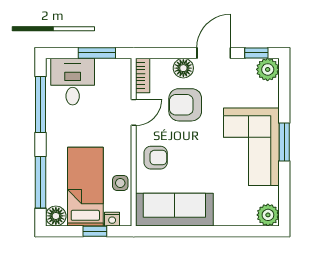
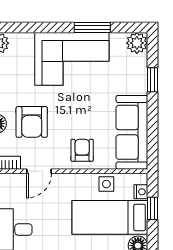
door: (134, 112) -> (39, 171), swing flipped
window: (284, 142) -> (92, 27), moved
window: (229, 231) -> (152, 80), added

